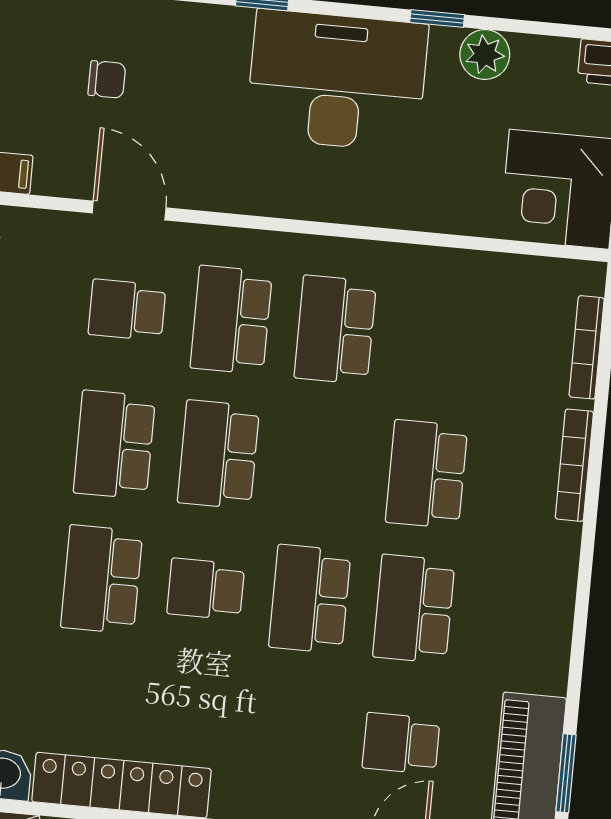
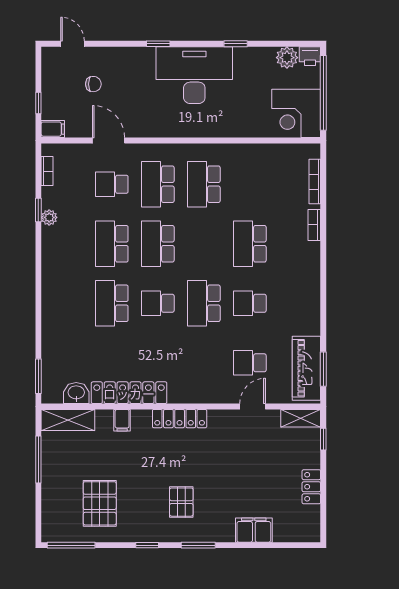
plant: (485, 55) -> (287, 58), moved
bookcase: (574, 465) -> (314, 225), width x0.64
school desk: (414, 609) -> (250, 303), width x0.54

